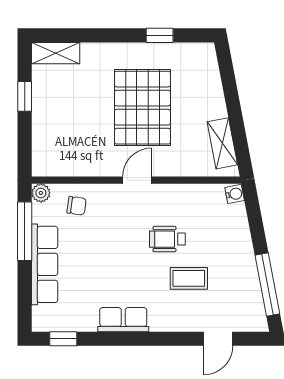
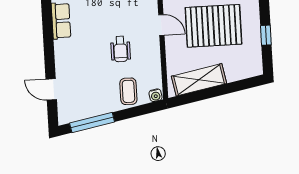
shelving: (222, 143) -> (199, 80), width x1.50, depth x1.33
wheelchair: (167, 239) -> (120, 49), turned 180
coffee table: (189, 278) -> (128, 91), moved

